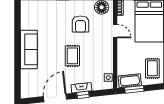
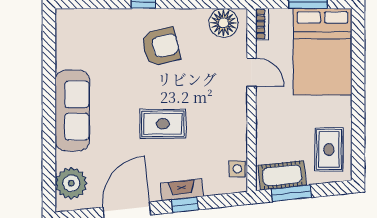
armchair: (80, 24) -> (161, 47), moved, turned -104
rug: (72, 56) -> (163, 124), turned 90
plant: (28, 85) -> (71, 183), added

